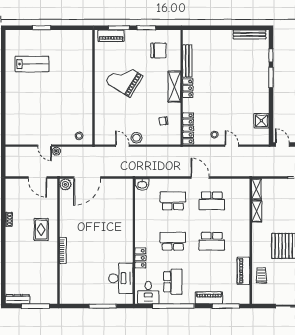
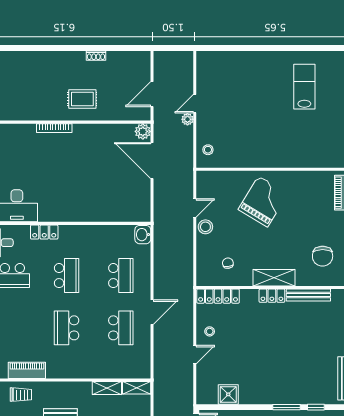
lab bench: (32, 64) -> (304, 87), turned 180
grand piano: (124, 79) -> (263, 201), moved
school desk: (212, 201) -> (121, 328), turned 180

